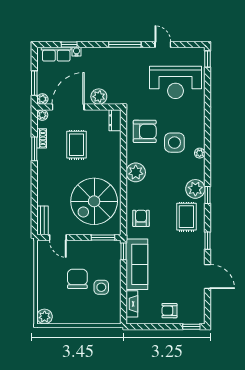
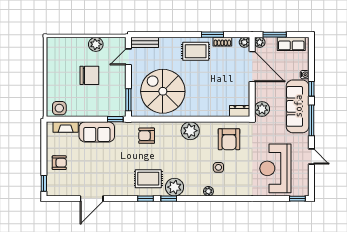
window: (69, 44) -> (311, 89), moved
door: (163, 44) -> (311, 156), hinge flipped
row of seats: (56, 54) -> (291, 44), moved, turned -90
sofa: (110, 59) -> (298, 106), added
plant: (99, 97) -> (262, 109), moved
side table: (174, 143) -> (218, 167), width x0.54, depth x0.54
rug: (76, 145) -> (196, 51), moved
armchair: (141, 218) -> (147, 136), turned 180
window: (207, 241) -> (145, 199), moved
sofa: (137, 264) -> (97, 132), width x0.73
side table: (101, 287) -> (59, 108), moved
armchair: (169, 311) -> (59, 163), turned 90
plant: (45, 317) -> (96, 44), moved

